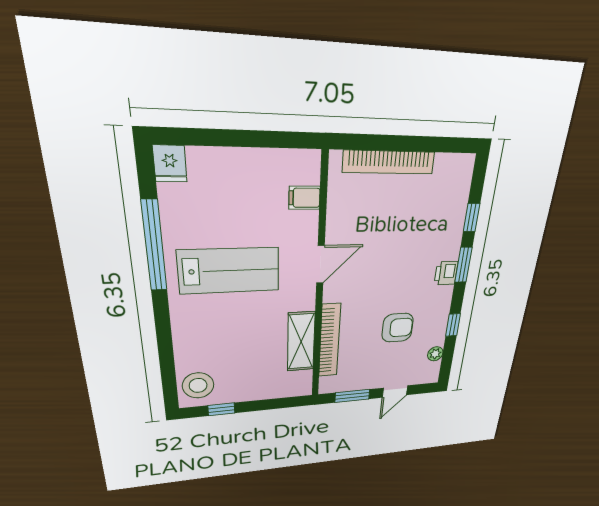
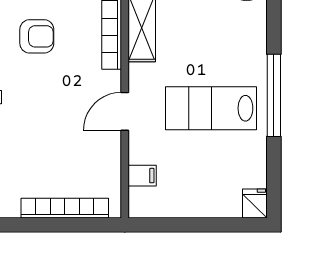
window: (154, 246) -> (274, 95), moved
armchair: (398, 328) -> (37, 36), turned 180

